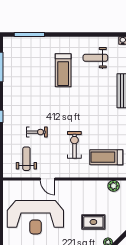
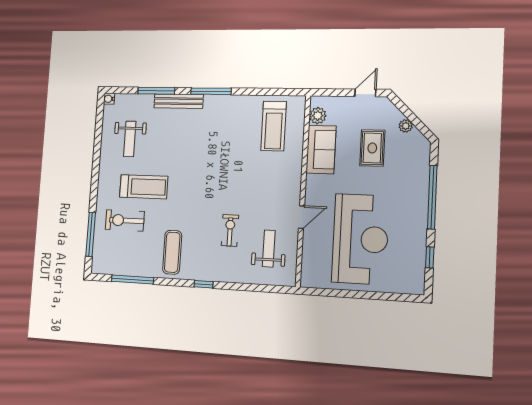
exercise mat: (20, 93) -> (172, 252), added
exercise bike: (74, 145) -> (125, 220), moved
weight bench: (26, 159) -> (269, 249), turned 90
sofa: (92, 189) -> (321, 150), added

